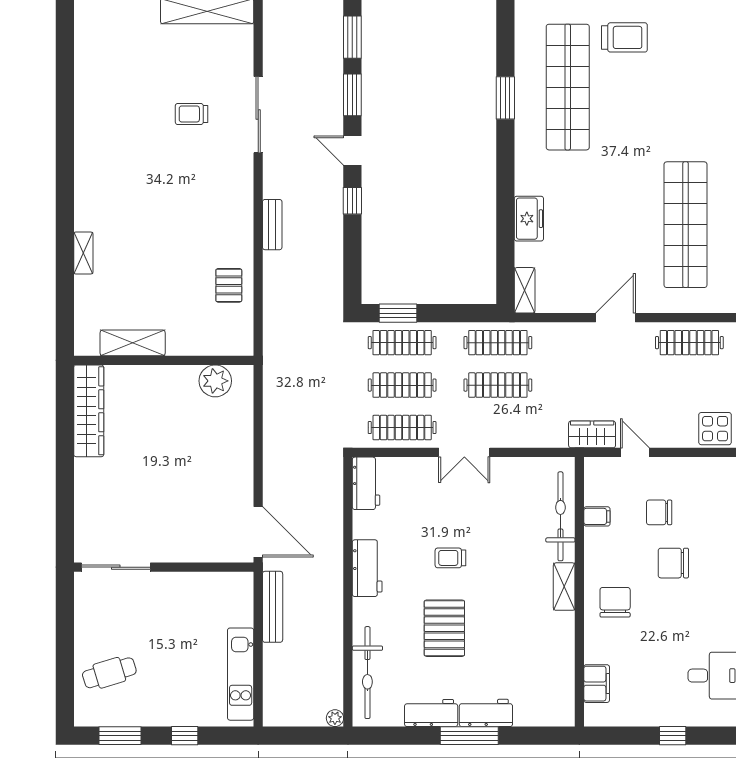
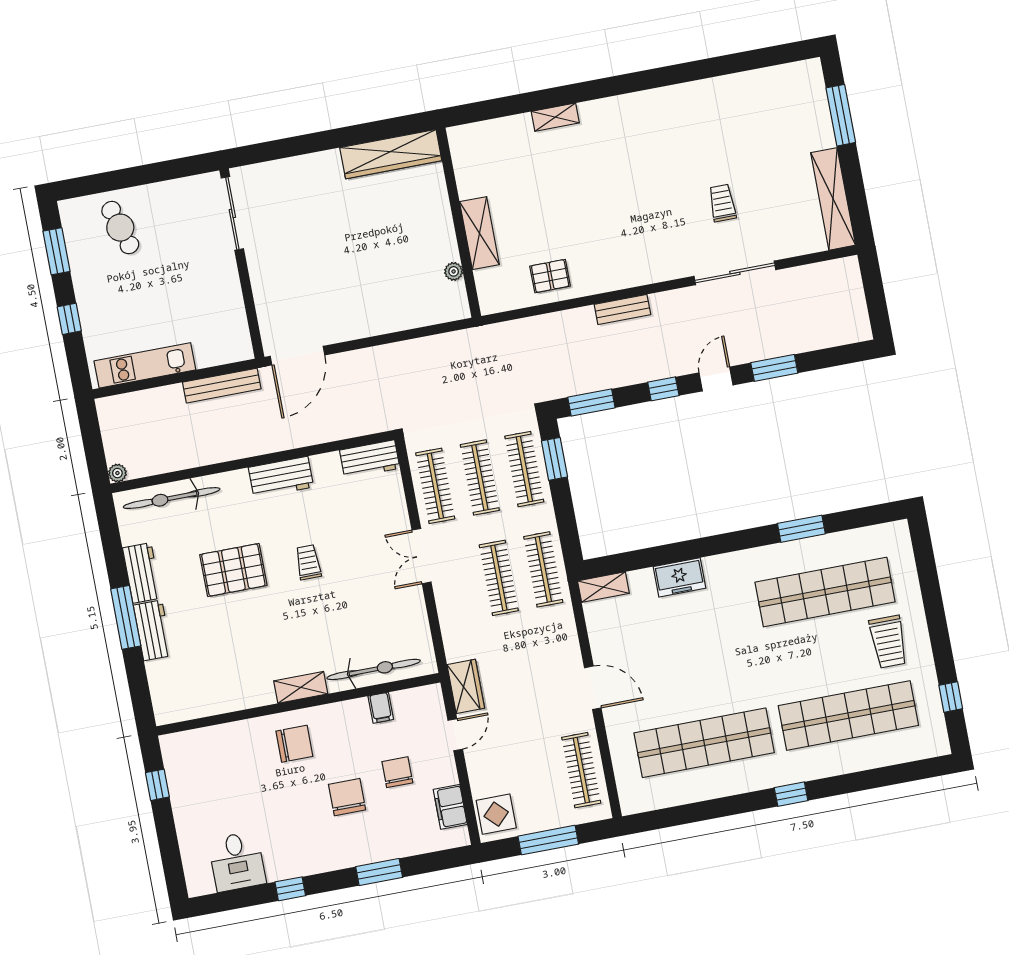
window: (352, 37) -> (591, 402), moved
shop shelf: (686, 87) -> (848, 716), added
shelving: (133, 343) -> (479, 233), moved
plant: (215, 381) -> (454, 271), width x0.53, depth x0.53
filing cabinet: (597, 684) -> (450, 807), moved, turned 90
window: (673, 736) -> (157, 785), moved

